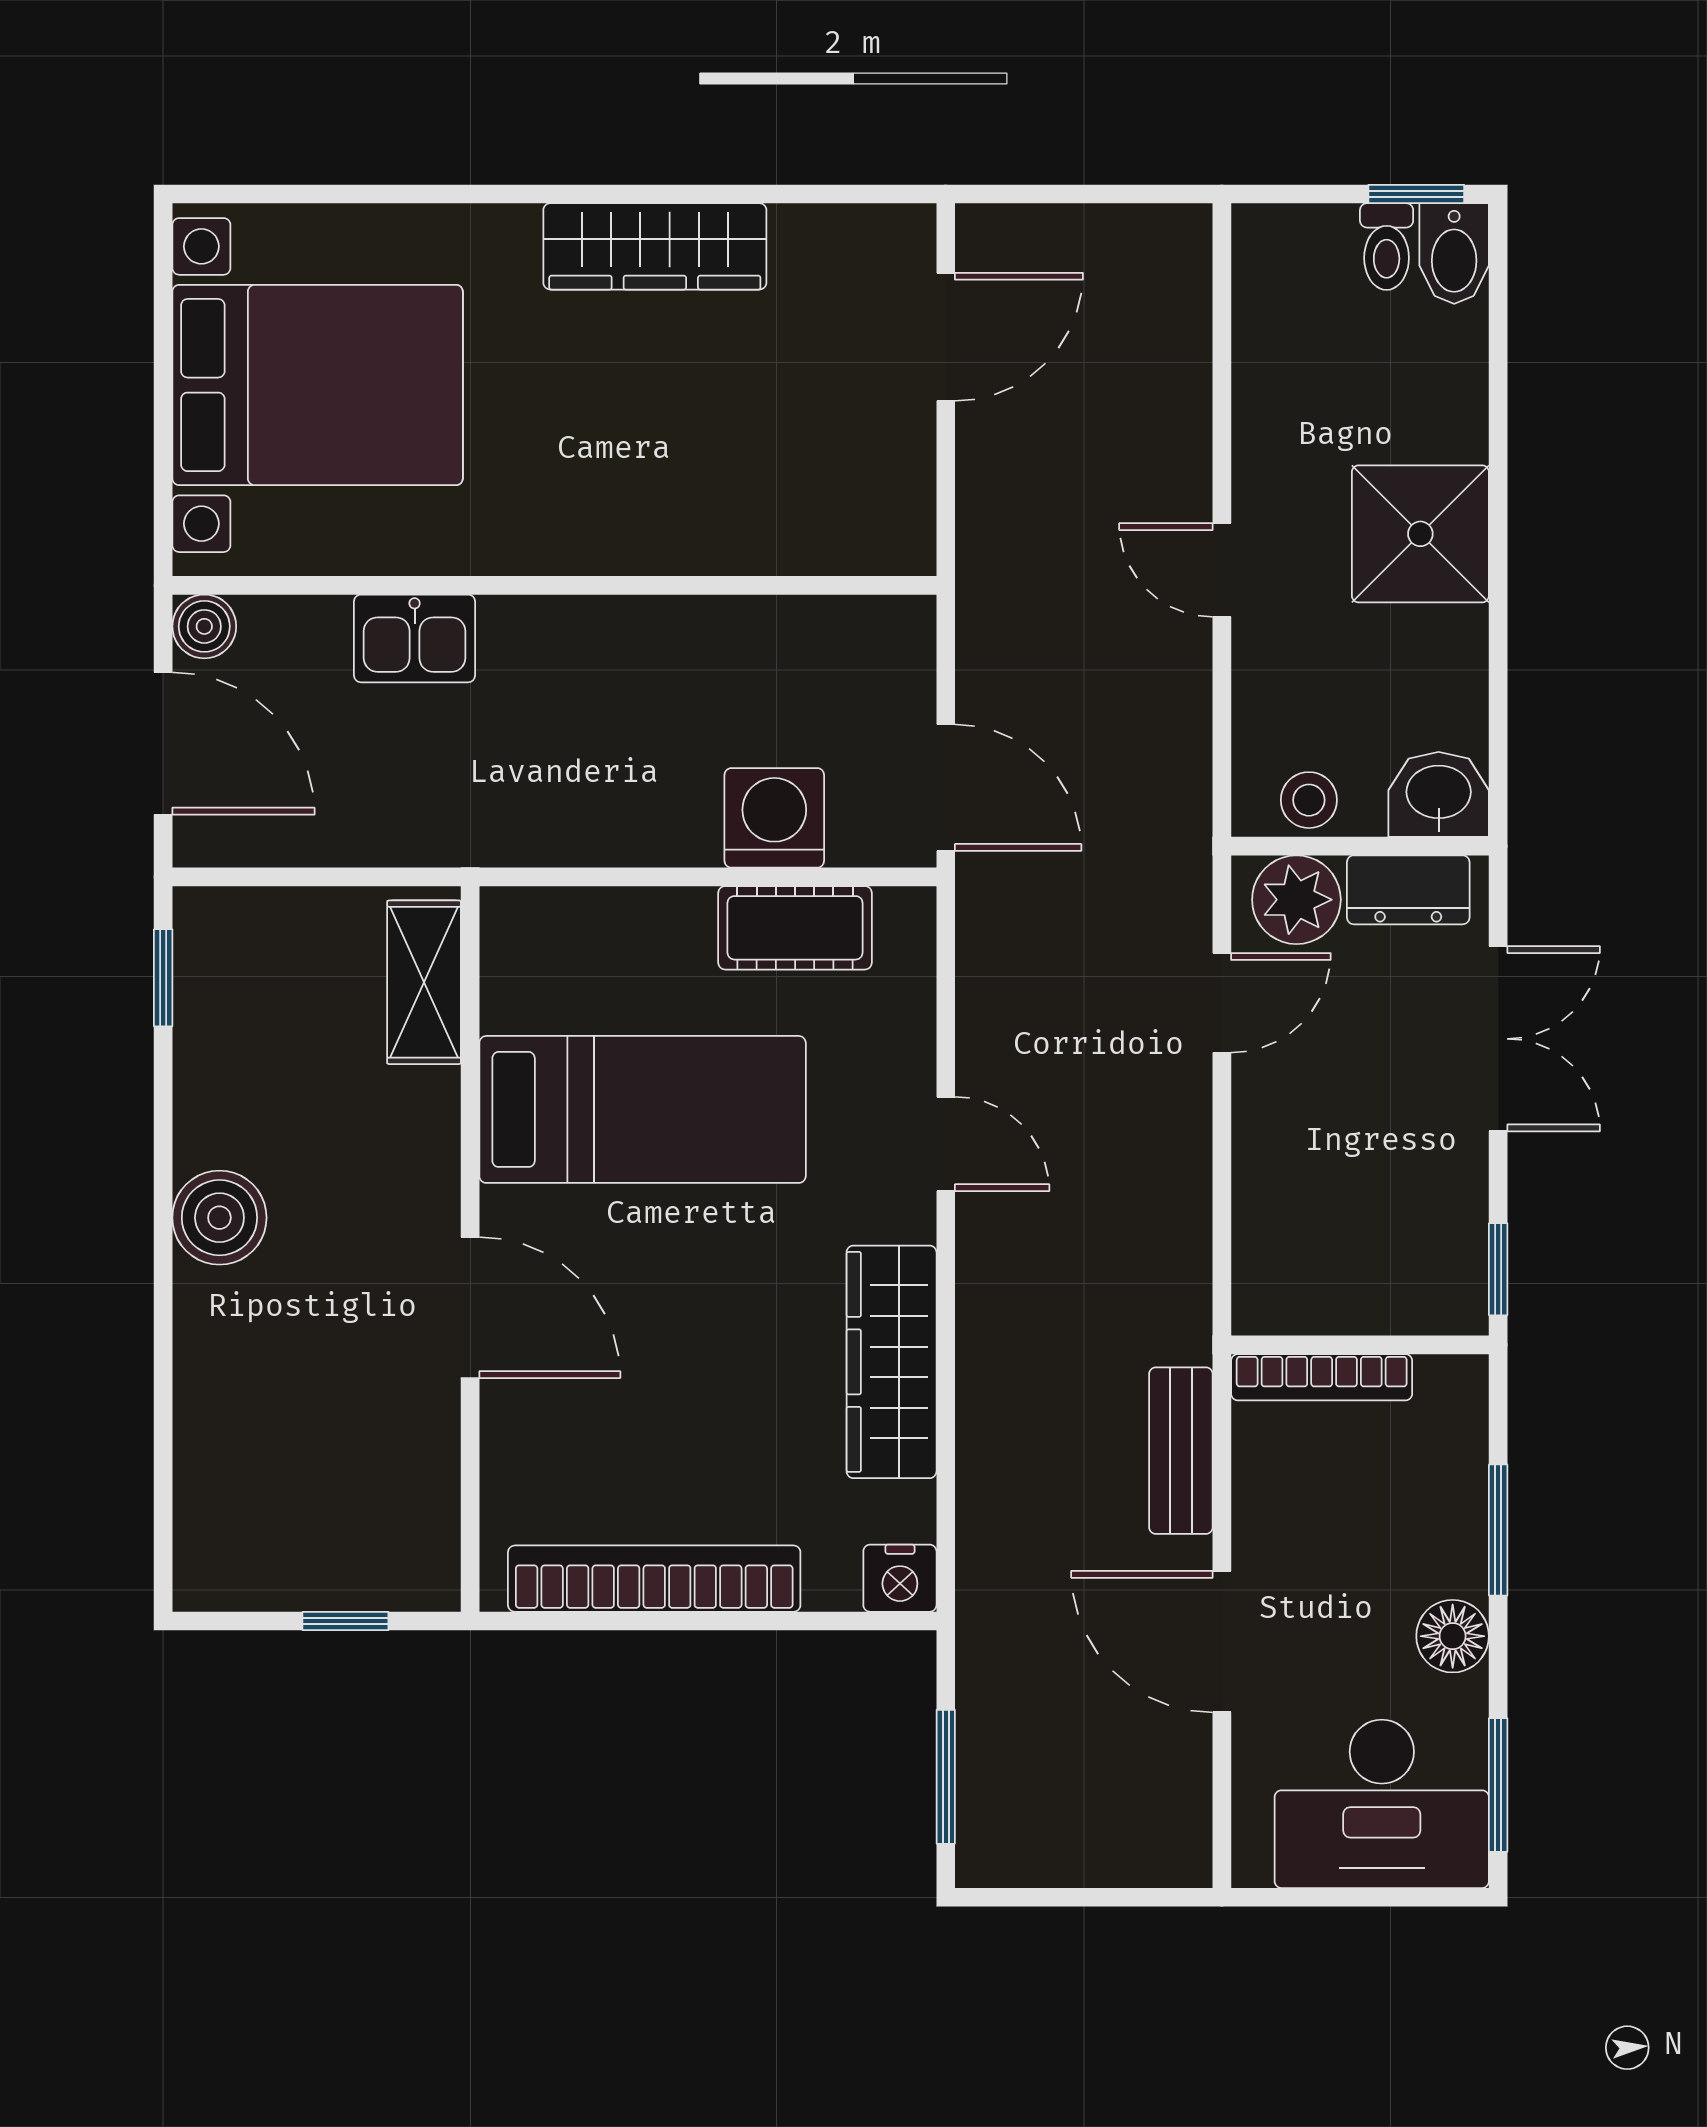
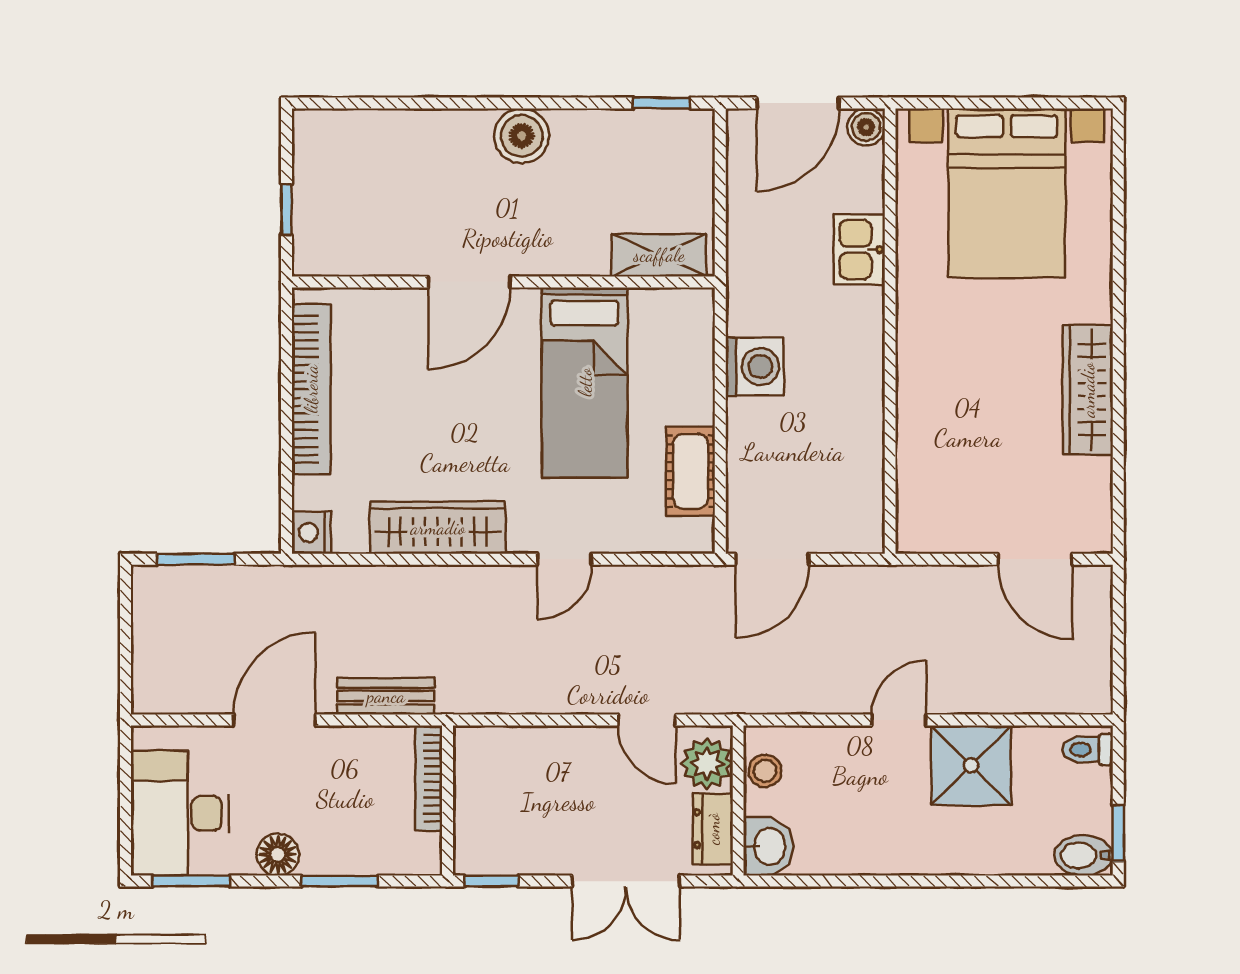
toilet: (1387, 247) -> (1088, 750), moved
shower: (1420, 534) -> (971, 765), moved
washing machine: (774, 818) -> (755, 367), moved

